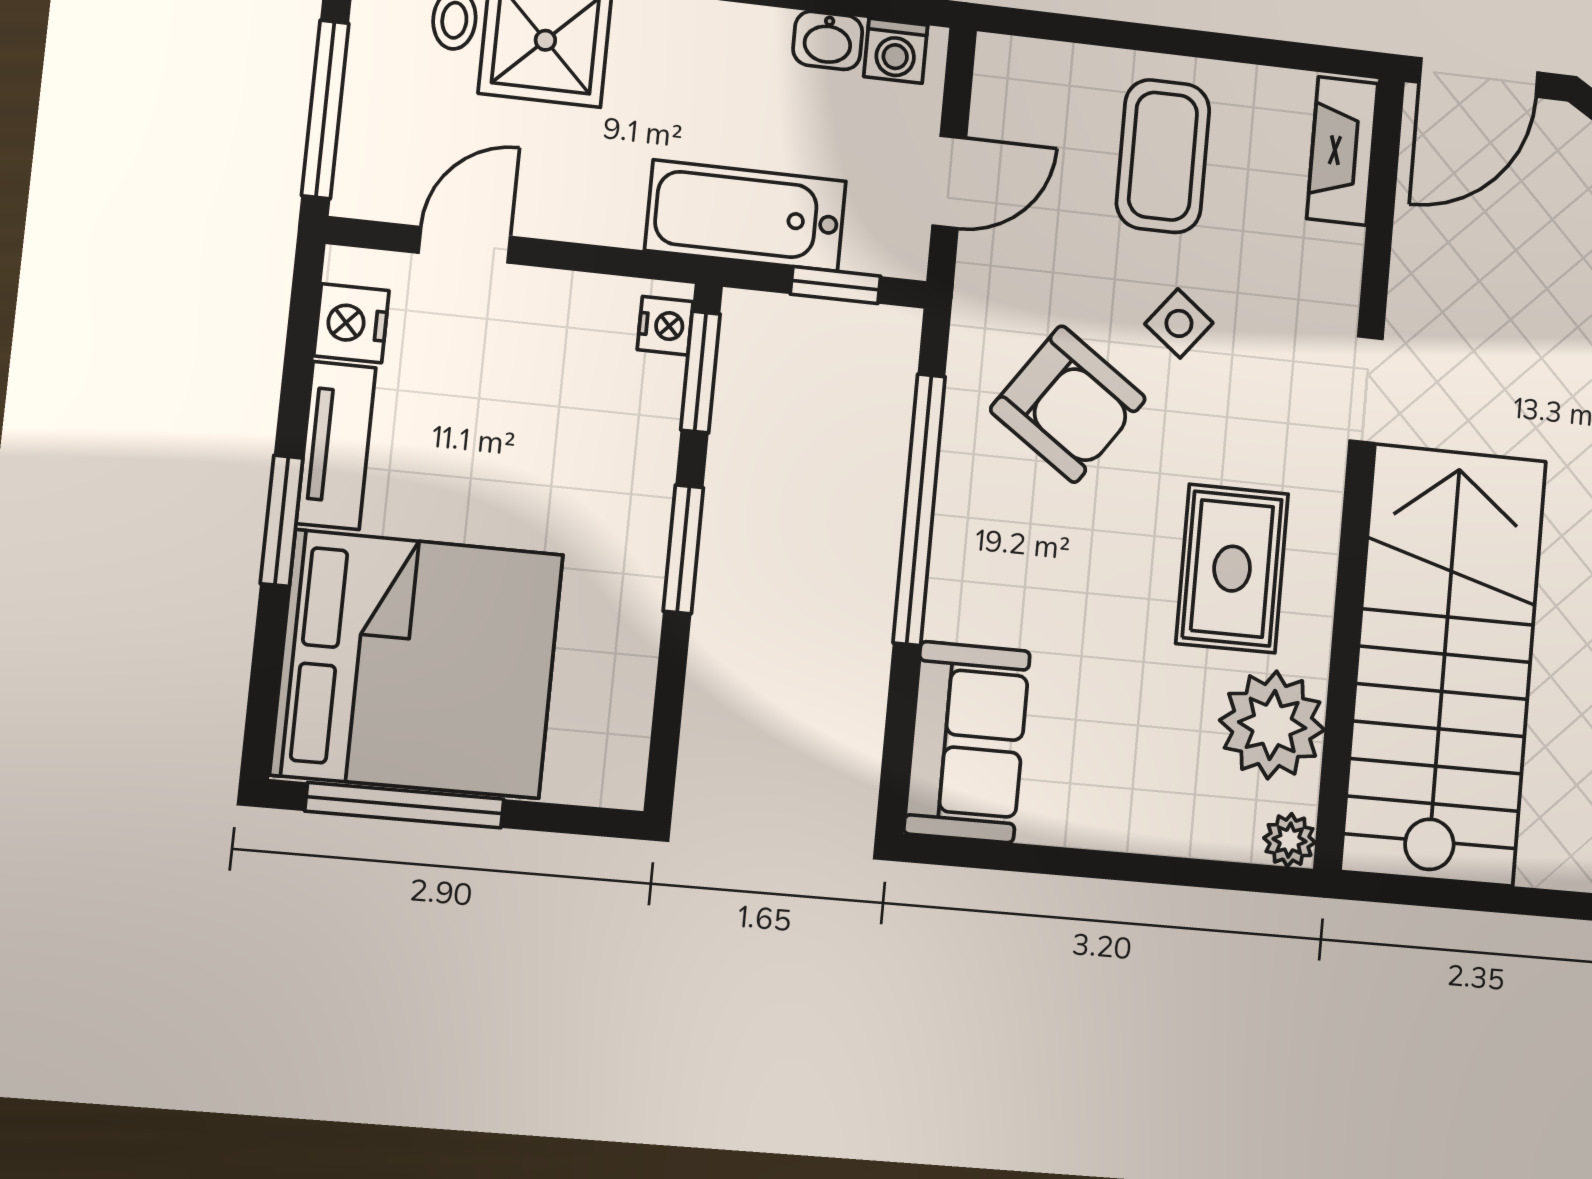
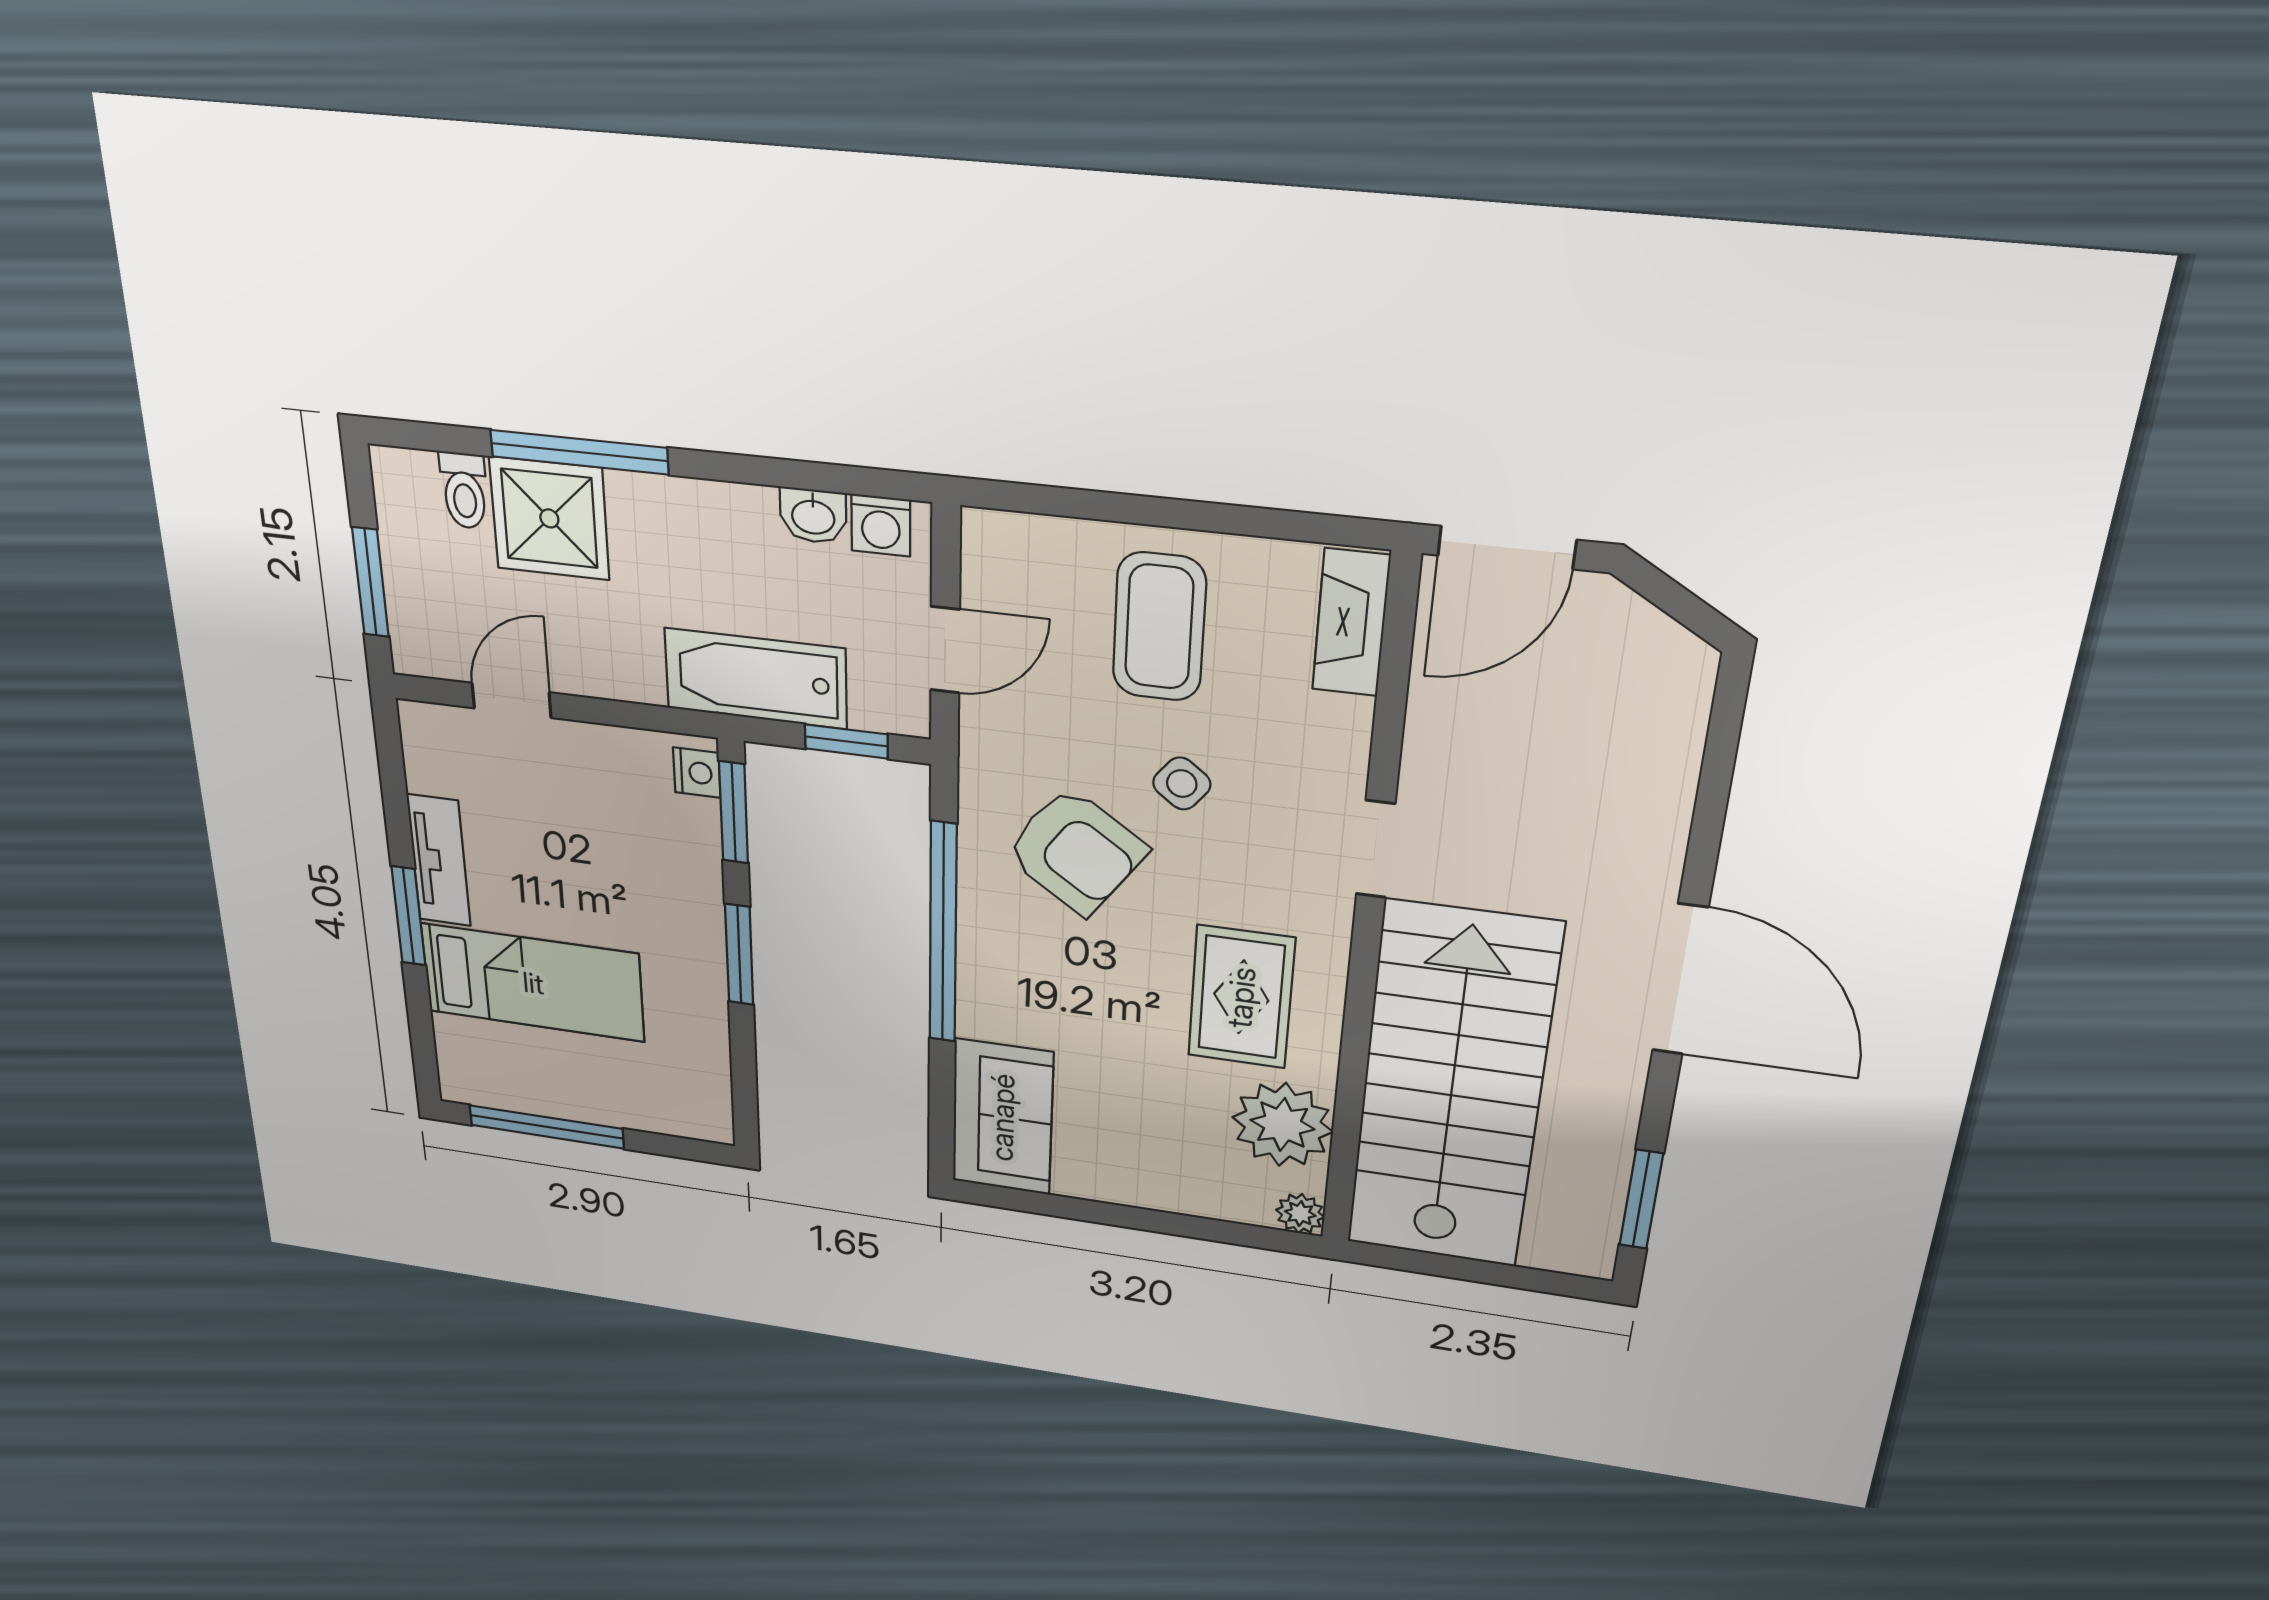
window: (325, 109) -> (370, 582), width x0.69
nightstand: (351, 323) -> (431, 764), removed
bed: (417, 664) -> (533, 983), width x0.49

